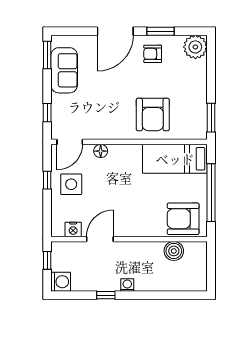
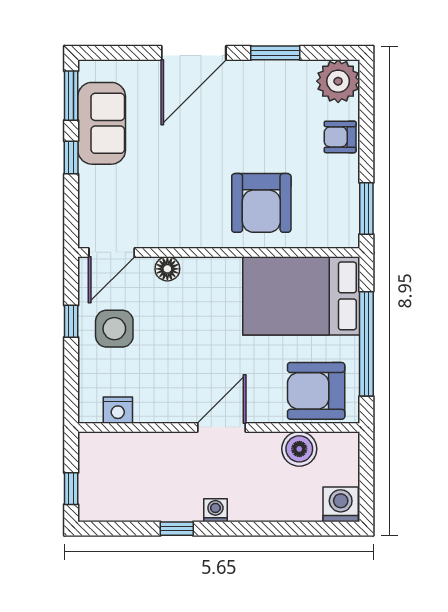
armchair: (153, 54) -> (340, 137), moved
window: (47, 113) -> (71, 158), moved
bed: (175, 159) -> (301, 296), width x1.50
door: (100, 239) -> (221, 427), moved
window: (47, 260) -> (71, 489), moved
washing machine: (61, 282) -> (341, 504), moved, turned -90

